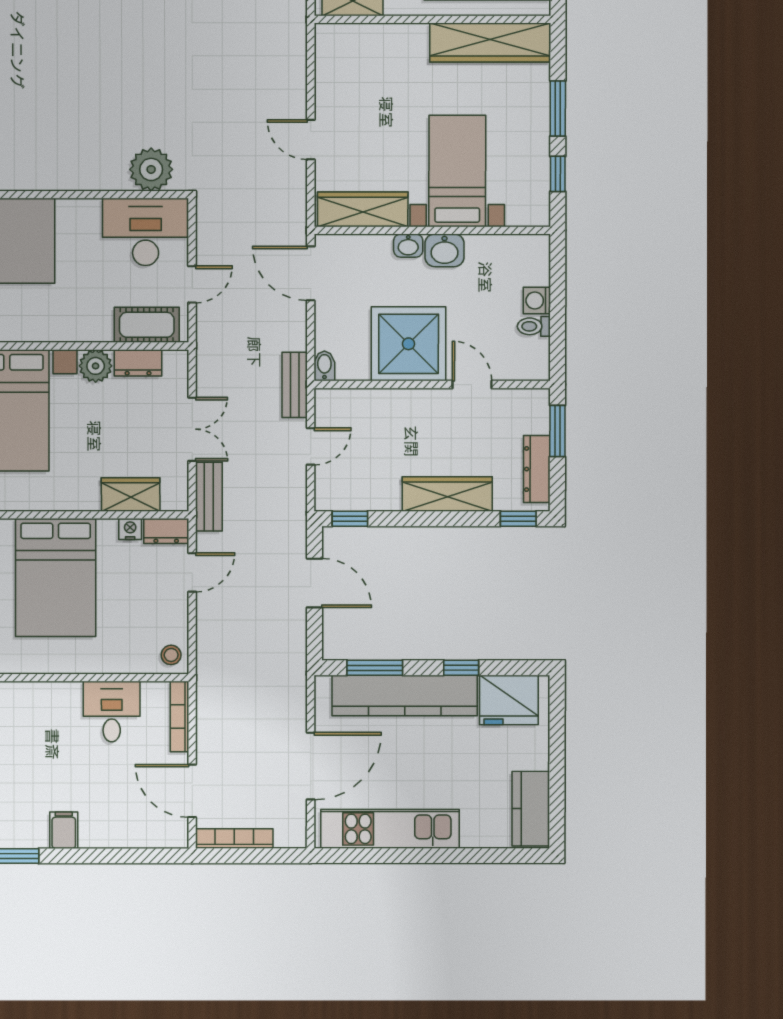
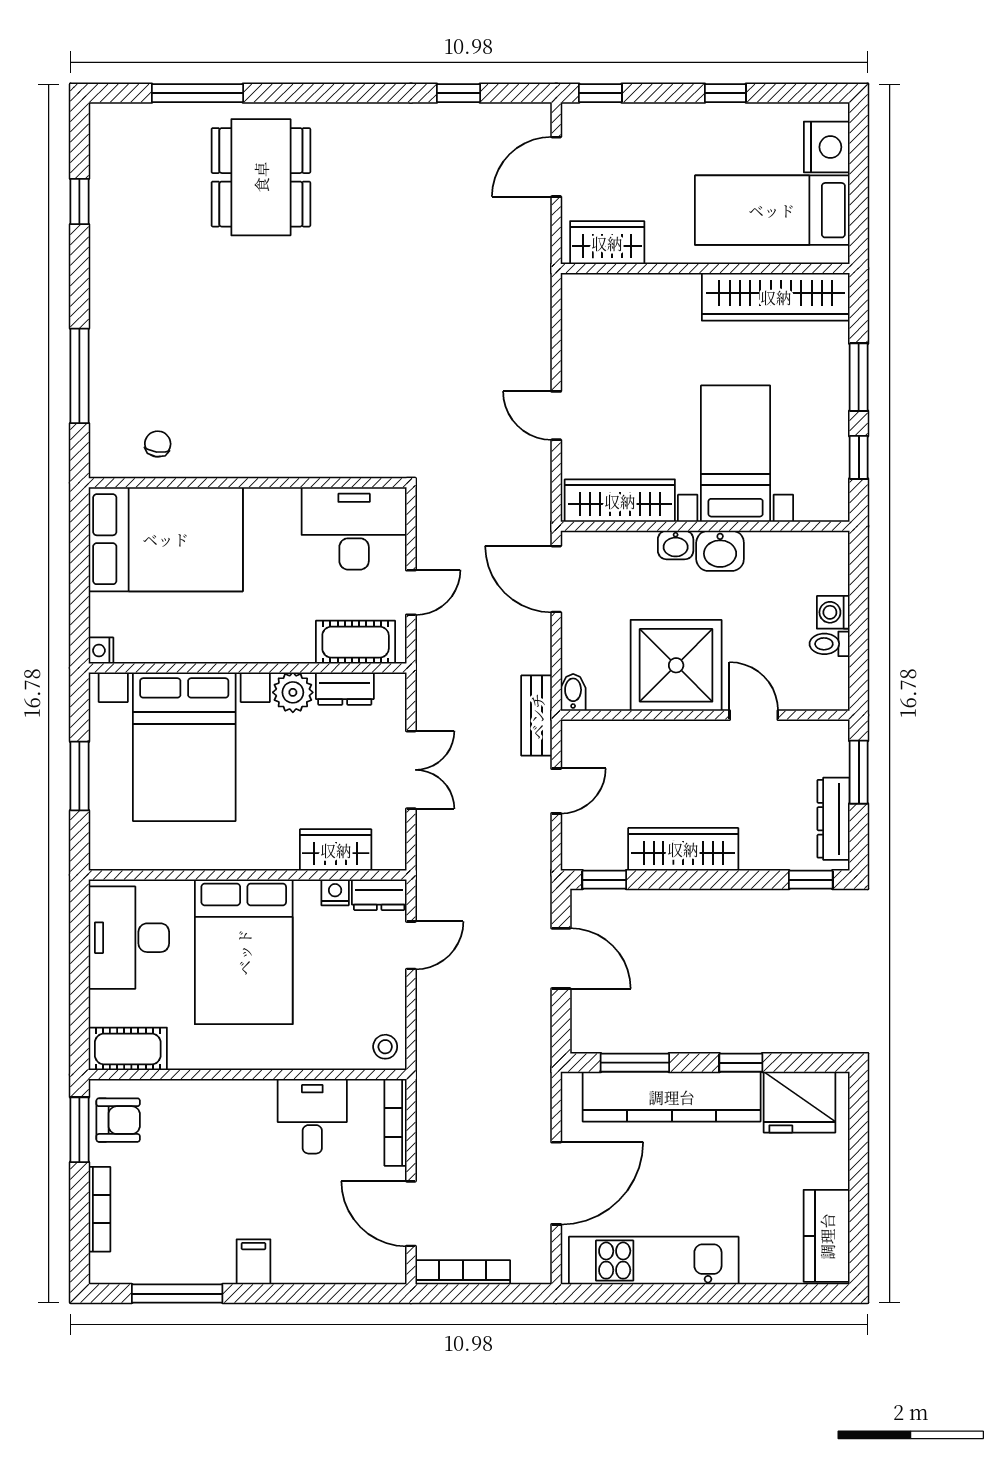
plant: (151, 169) -> (361, 452), removed
wardrobe: (447, 494) -> (683, 849), moved
bench: (209, 497) -> (431, 852), removed

